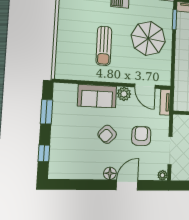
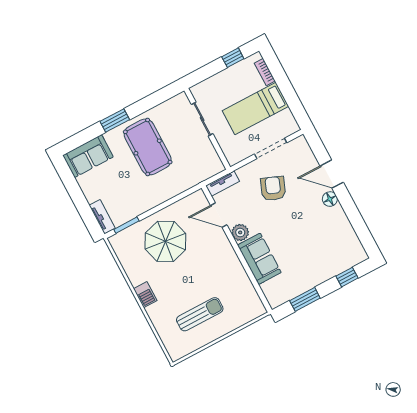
sun lounger: (104, 46) -> (200, 314), moved
door: (145, 86) -> (219, 215), swing flipped
armchair: (107, 134) -> (292, 225), removed
armchair: (141, 136) -> (273, 189), turned 112
plant: (162, 175) -> (301, 142), removed

